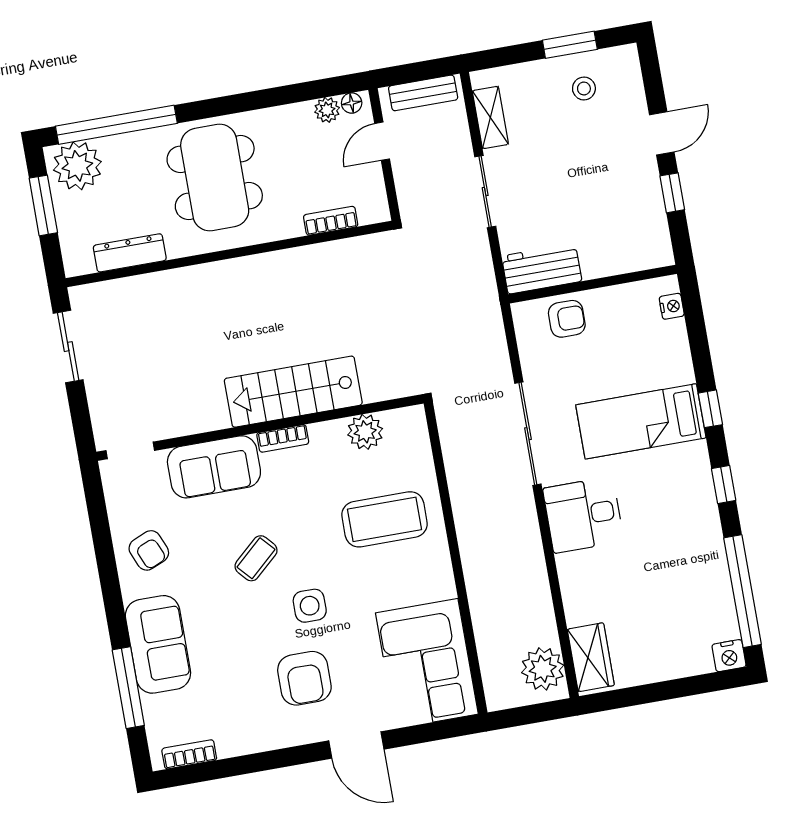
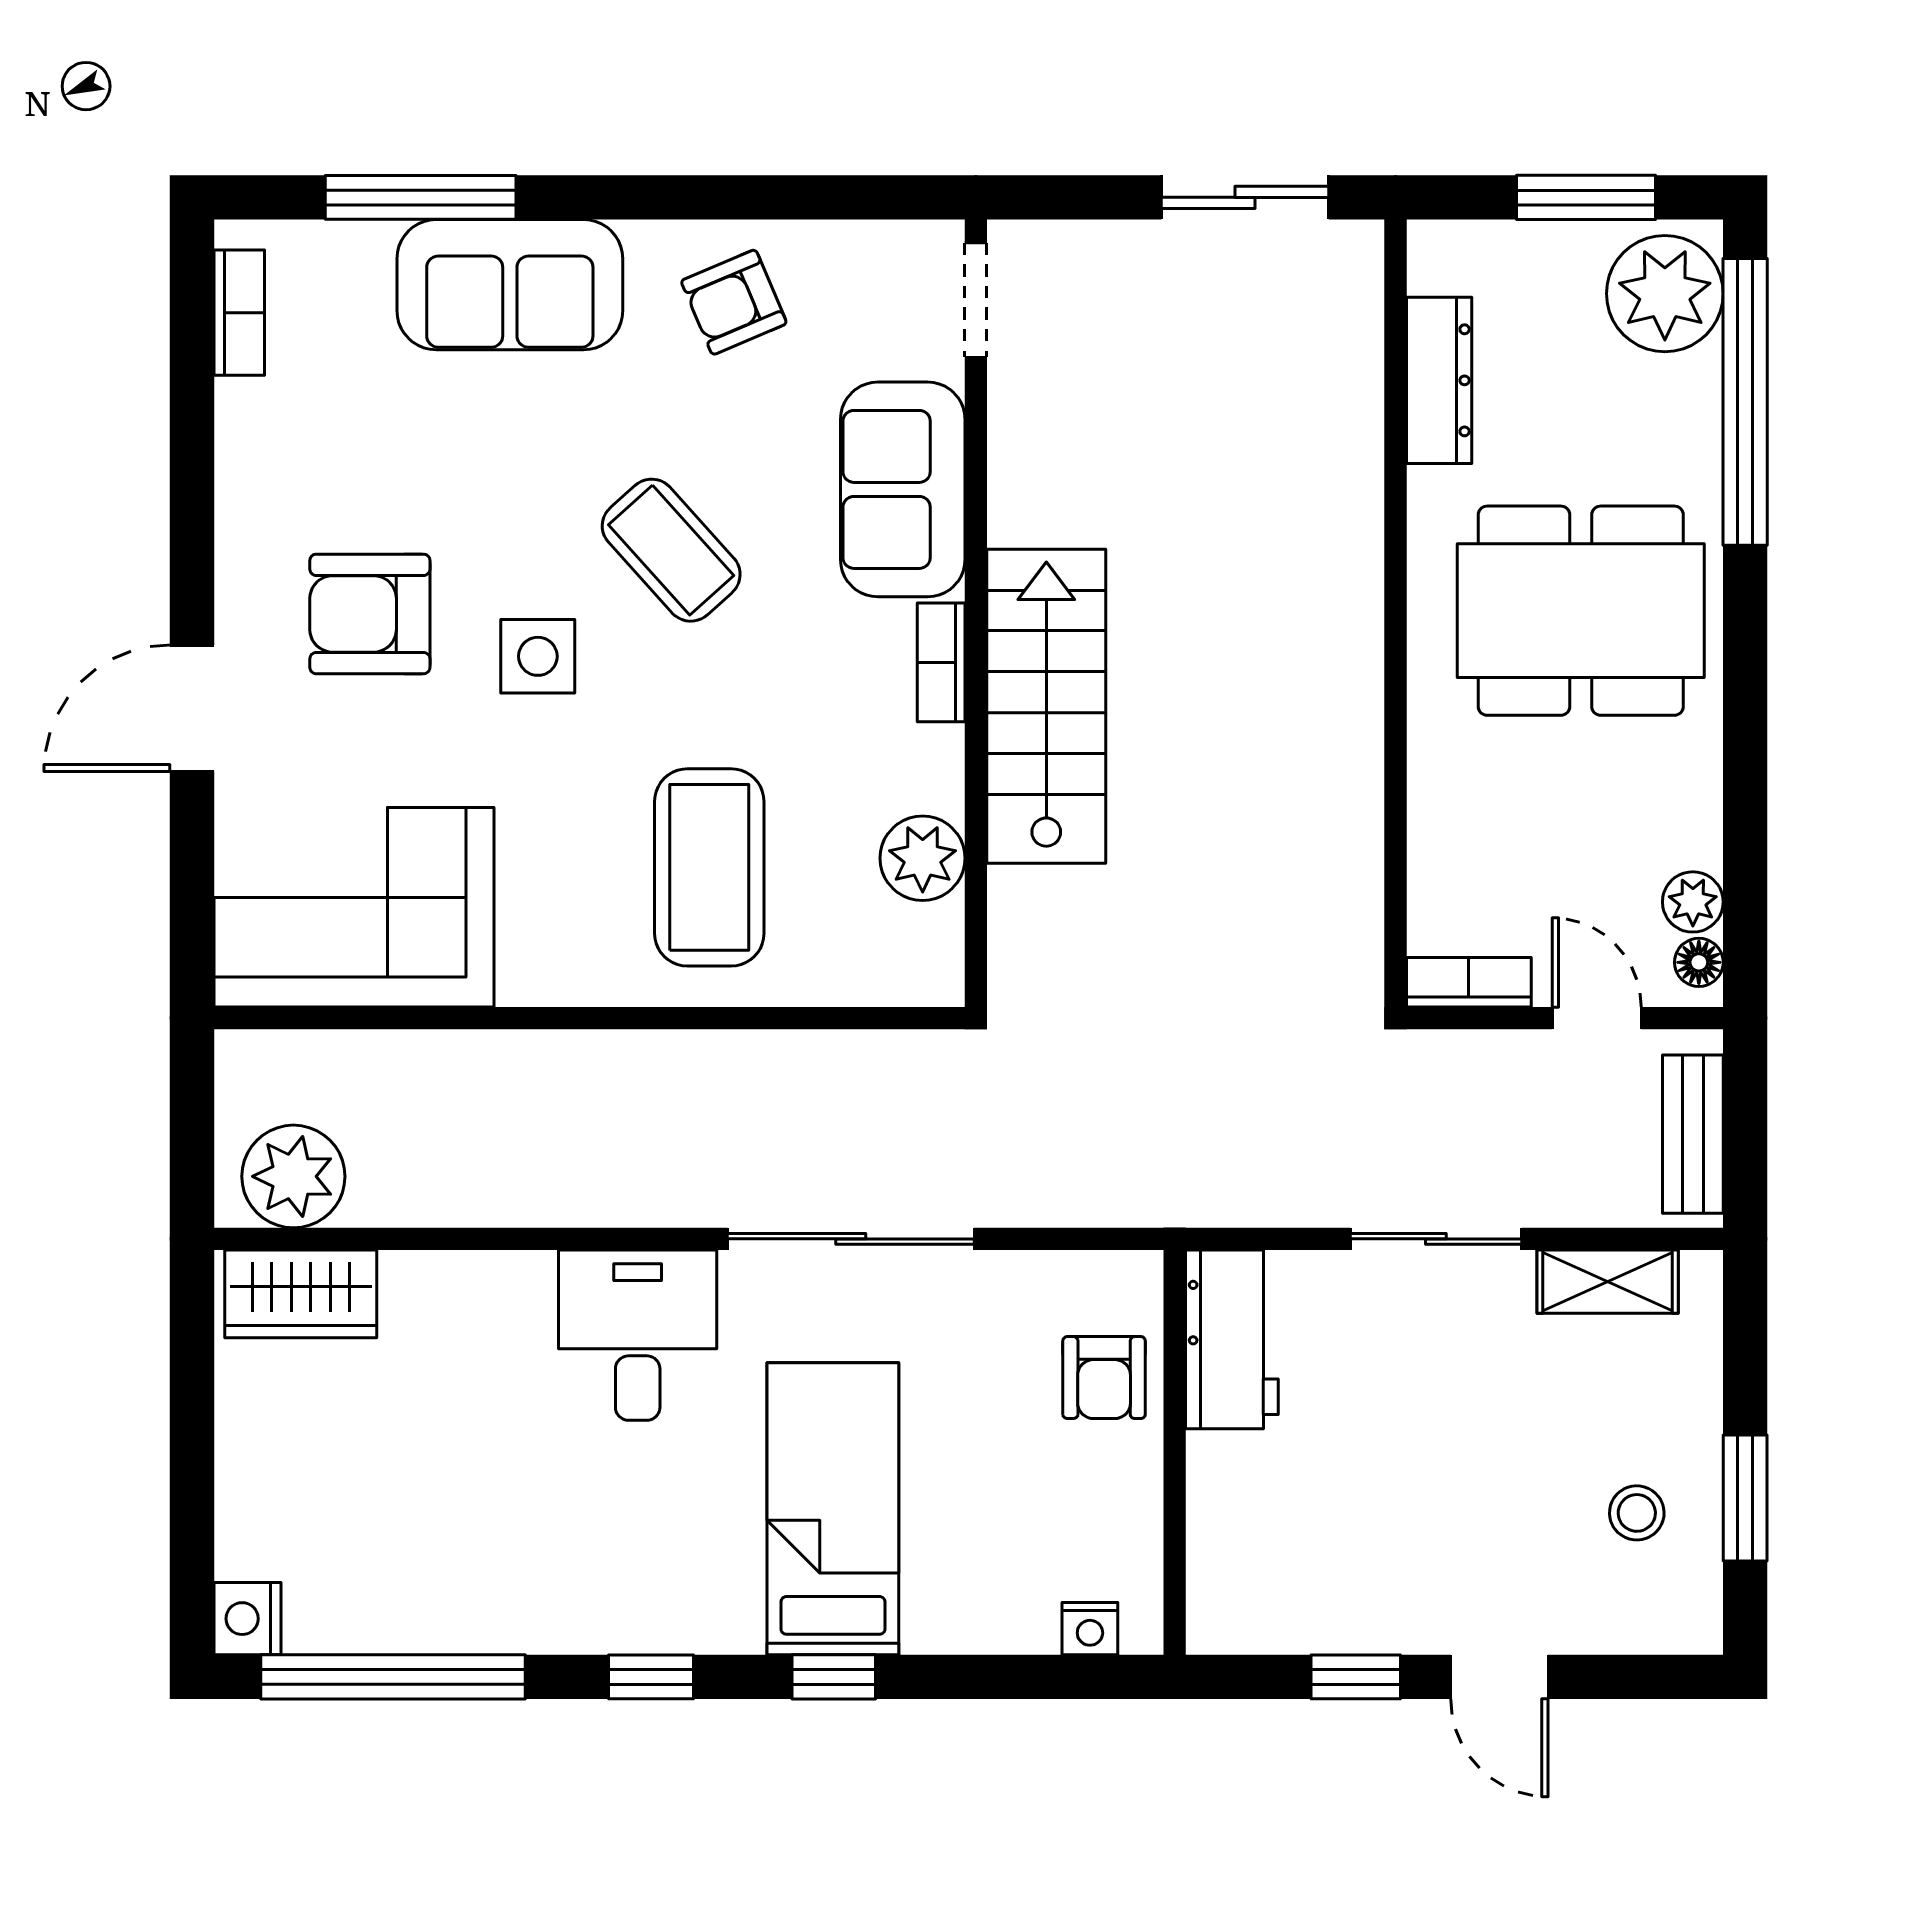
bookcase: (331, 221) -> (1469, 982), moved, turned -90
coffee table: (256, 558) -> (671, 550), width x1.36, depth x1.30

